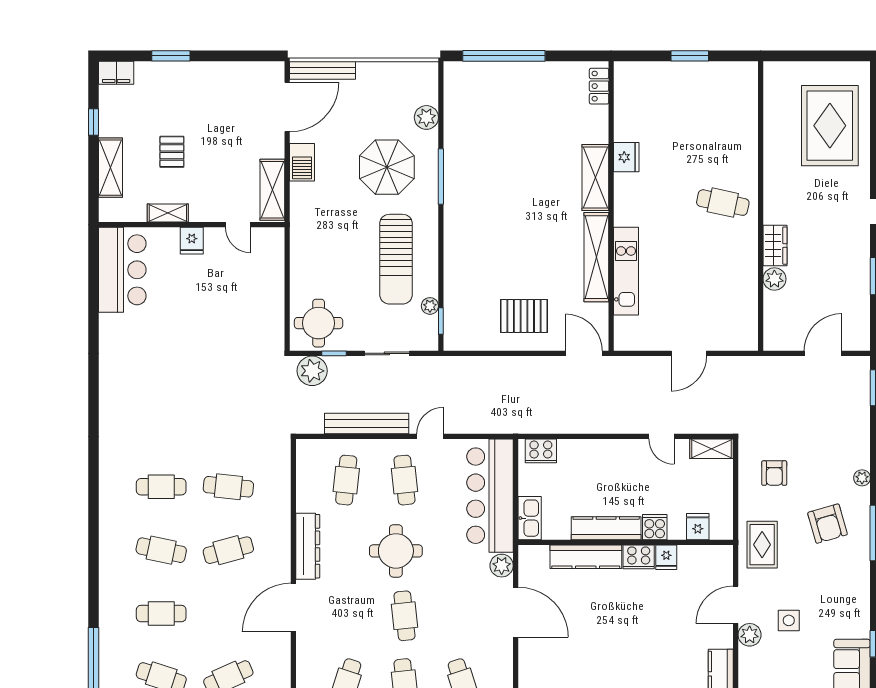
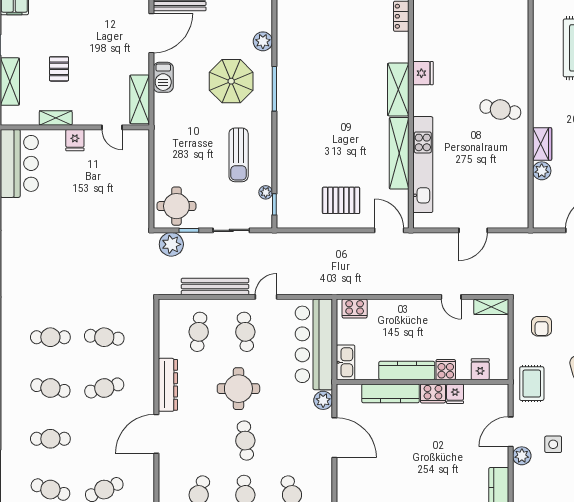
sun lounger: (396, 259) -> (239, 155), width x0.73, depth x0.75
kitchen unit: (626, 271) -> (423, 165), width x1.36

